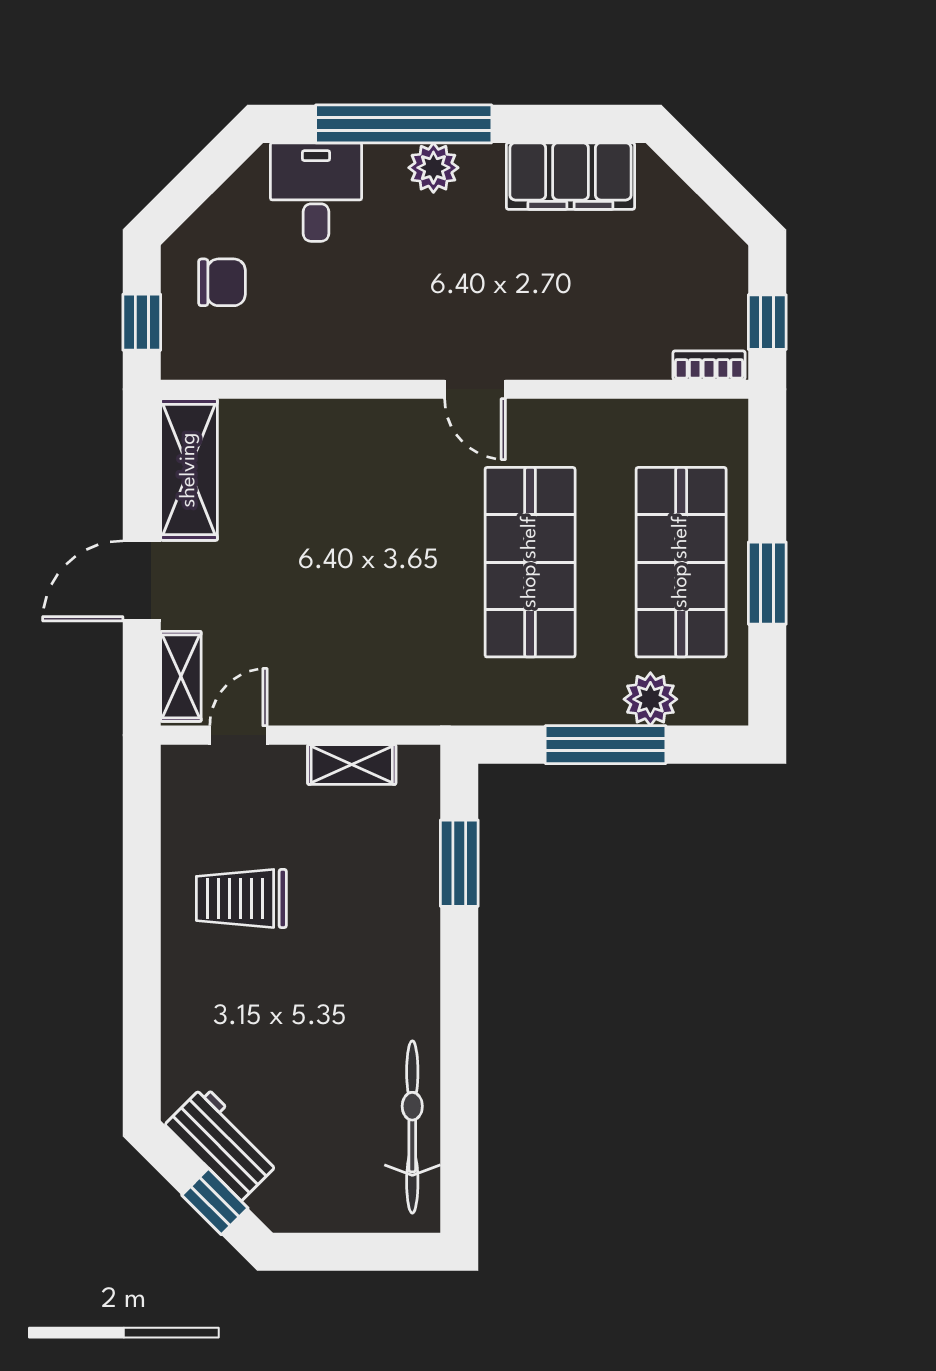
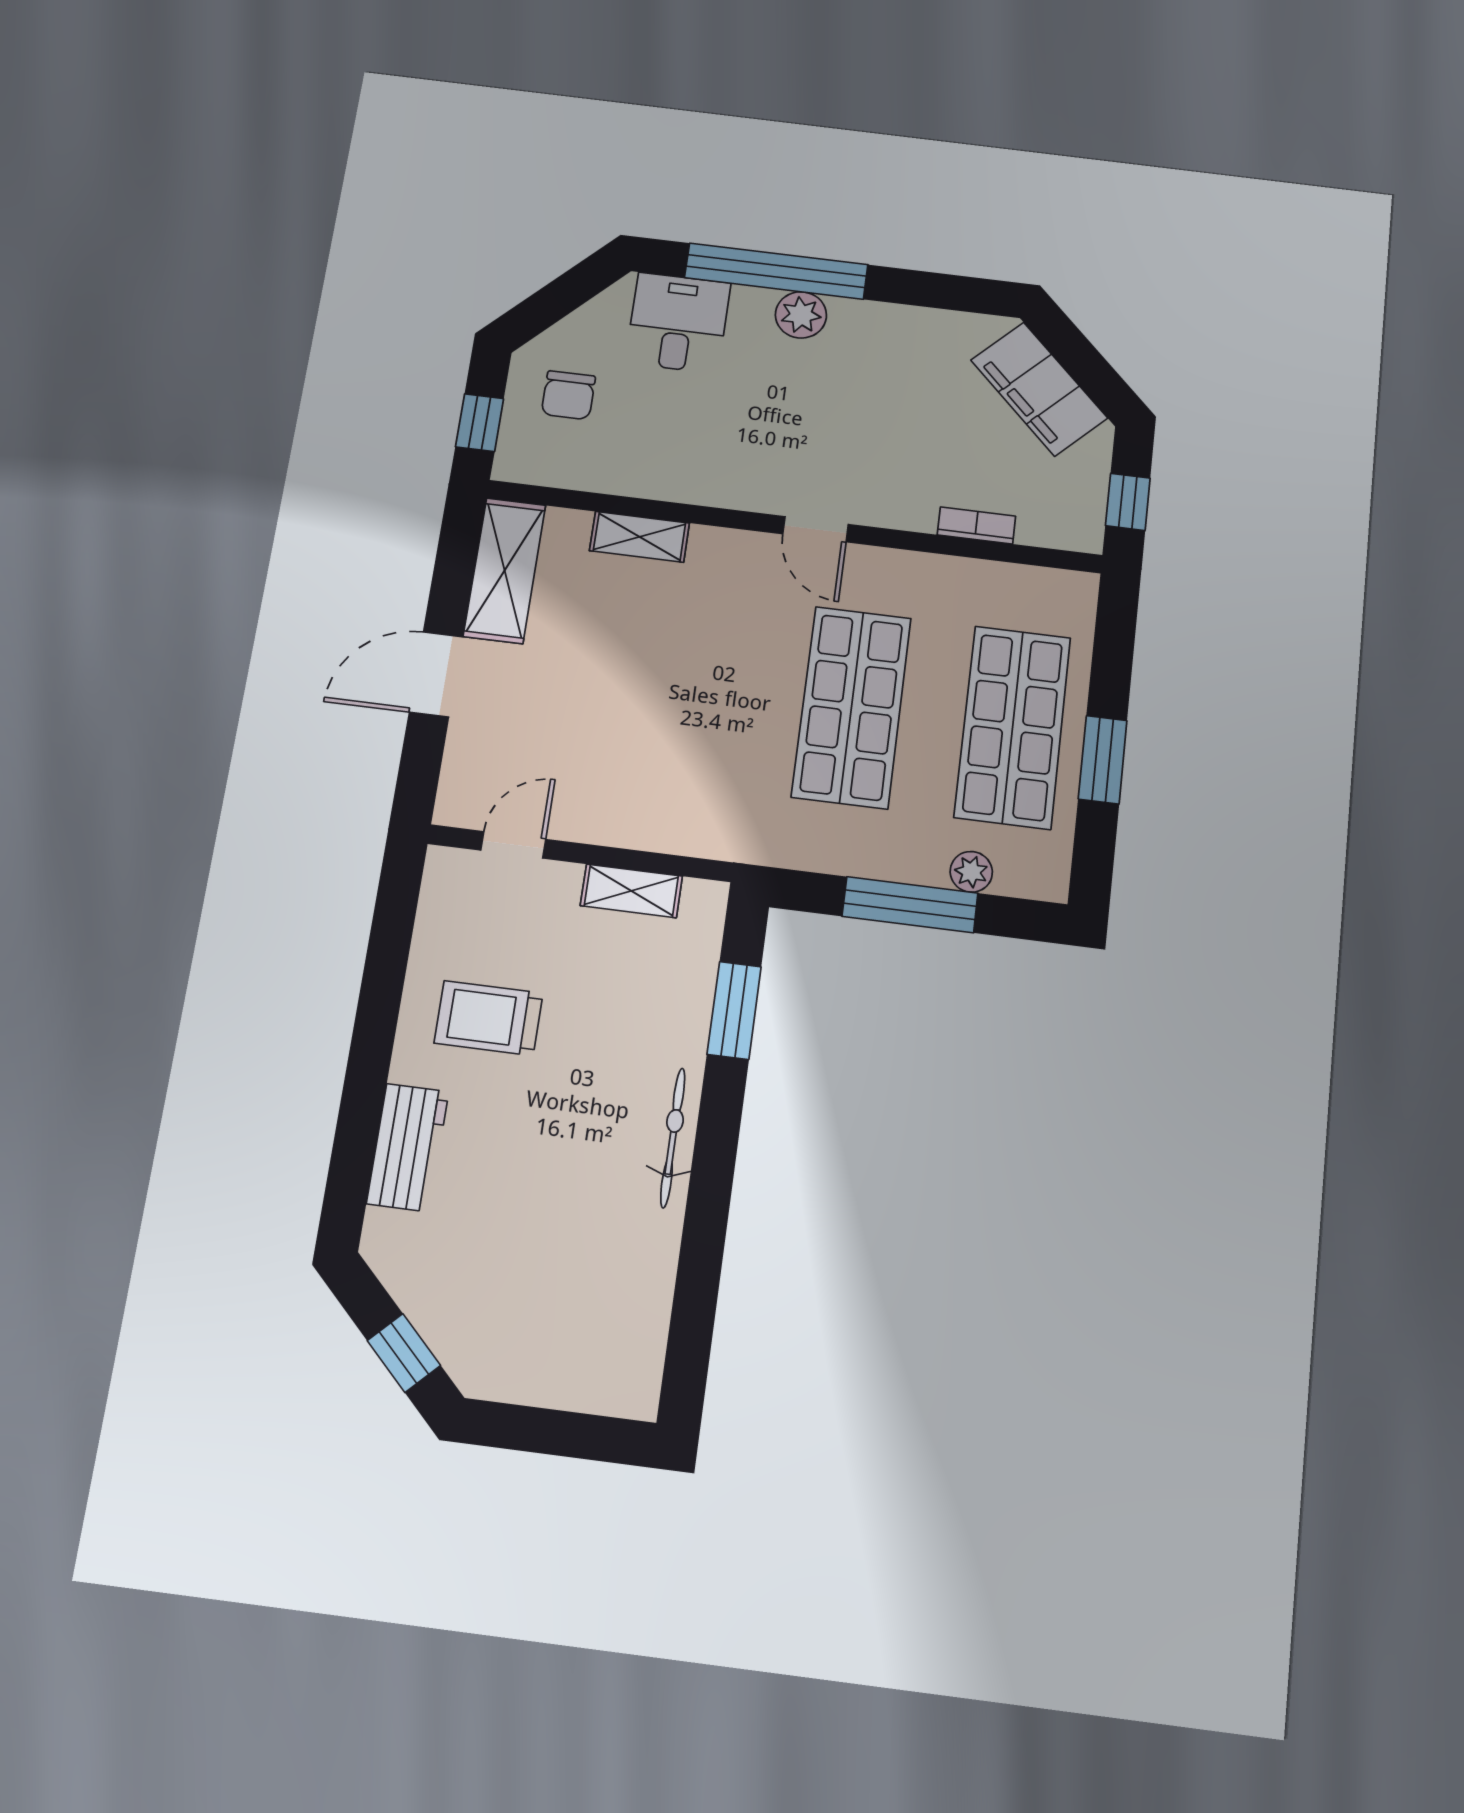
filing cabinet: (570, 176) -> (1039, 389), moved, turned 45
chair: (222, 282) -> (568, 395), turned 90
bookcase: (709, 365) -> (976, 526), moved
shelving: (181, 676) -> (639, 537), moved, turned 90
plant: (650, 699) -> (971, 872), width x0.73, depth x0.73
bicycle: (412, 1127) -> (673, 1138), moved, width x0.73, depth x0.71
workbench: (223, 1143) -> (408, 1147), moved, turned 45

